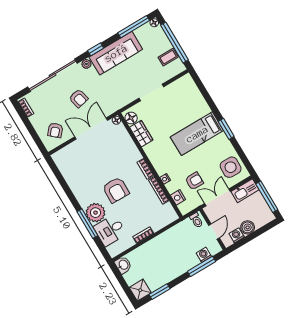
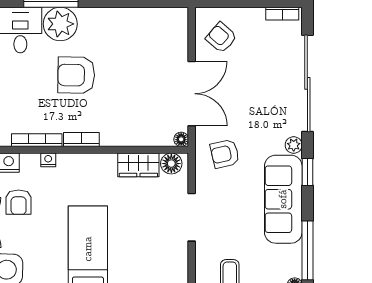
armchair: (79, 98) -> (225, 154), moved

